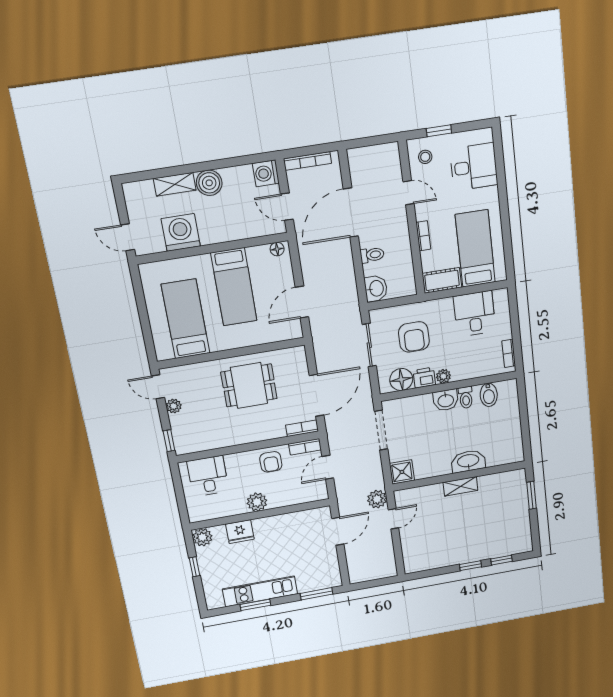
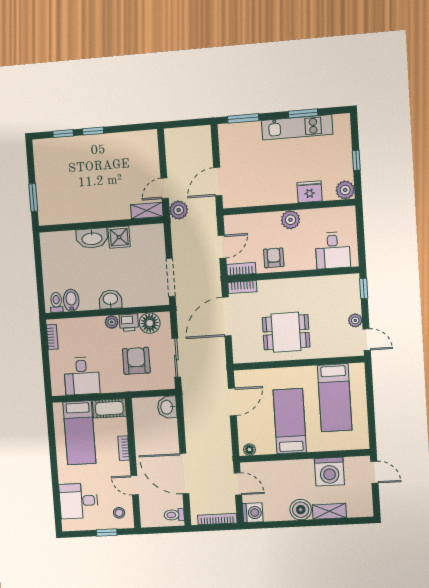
door: (351, 213) -> (184, 474), swing flipped
toilet: (372, 255) -> (174, 515), moved
toilet: (466, 398) -> (56, 302), moved
shower: (402, 472) -> (119, 237), moved
shelving: (460, 486) -> (147, 211), moved

